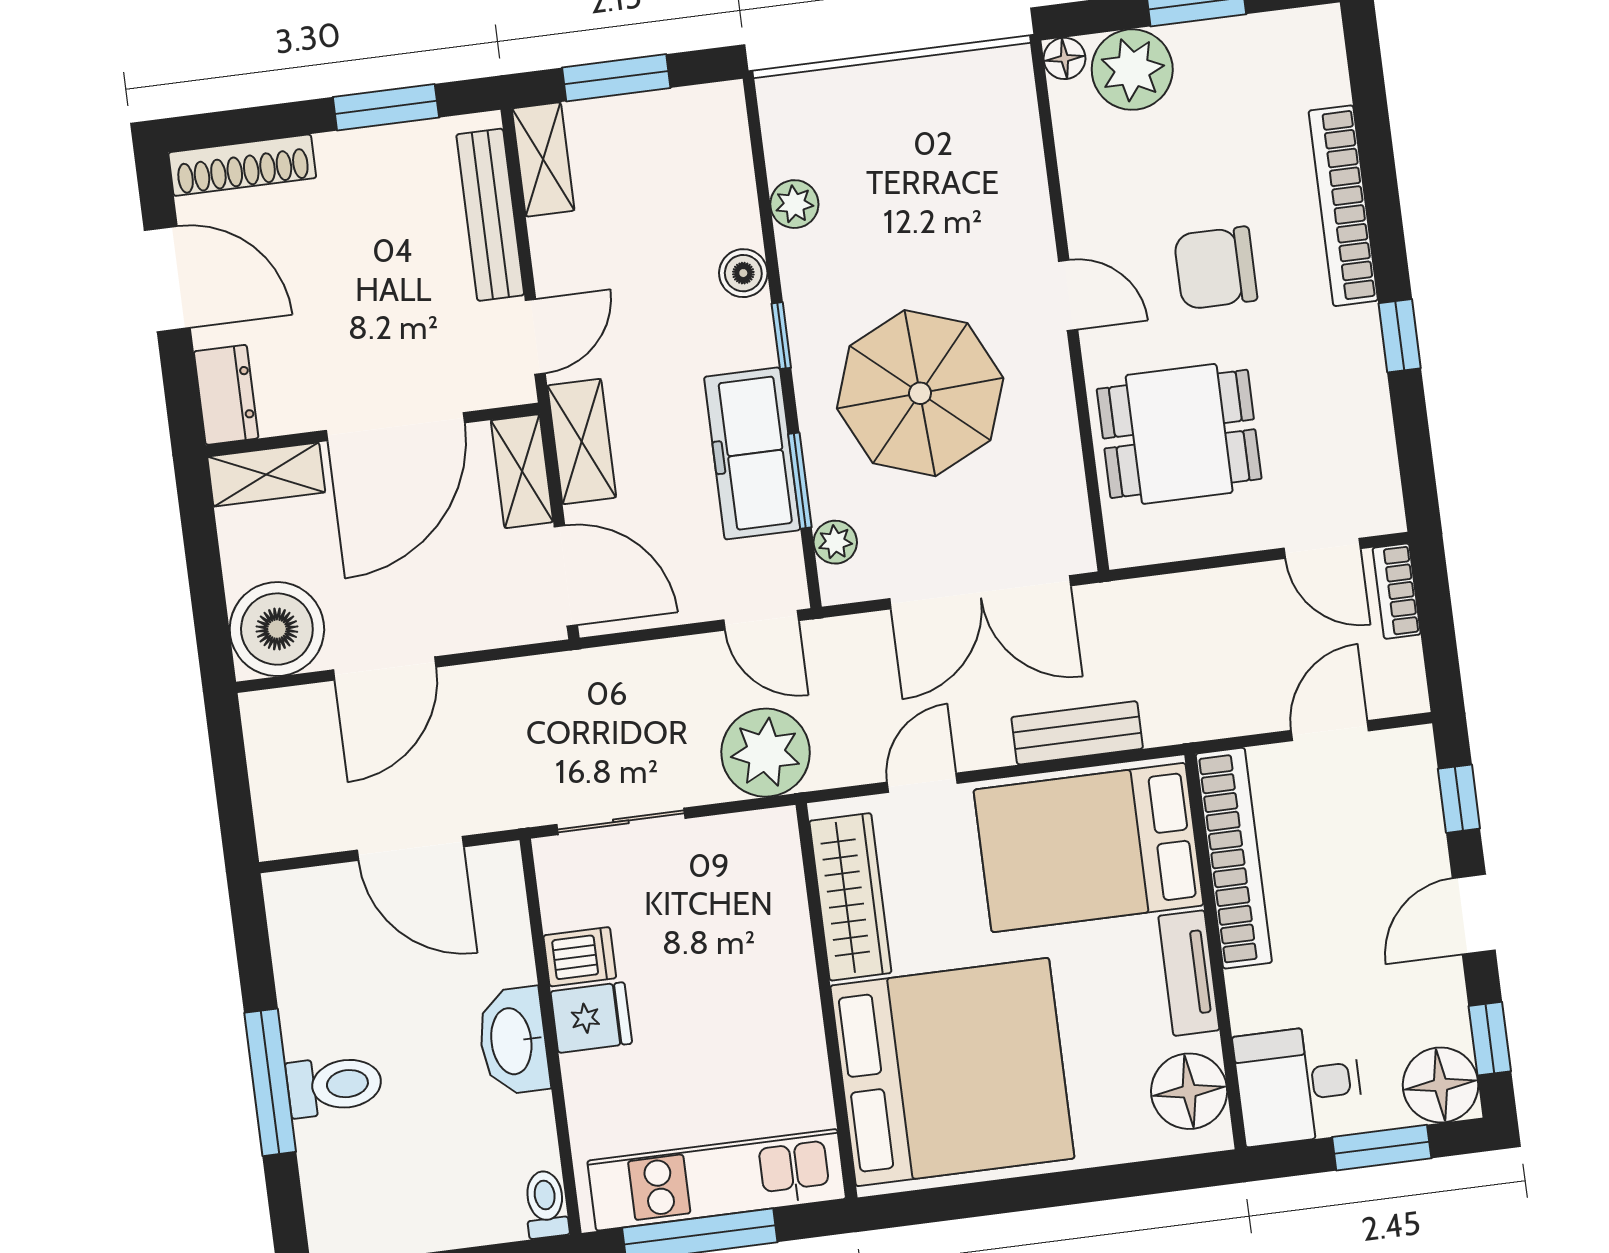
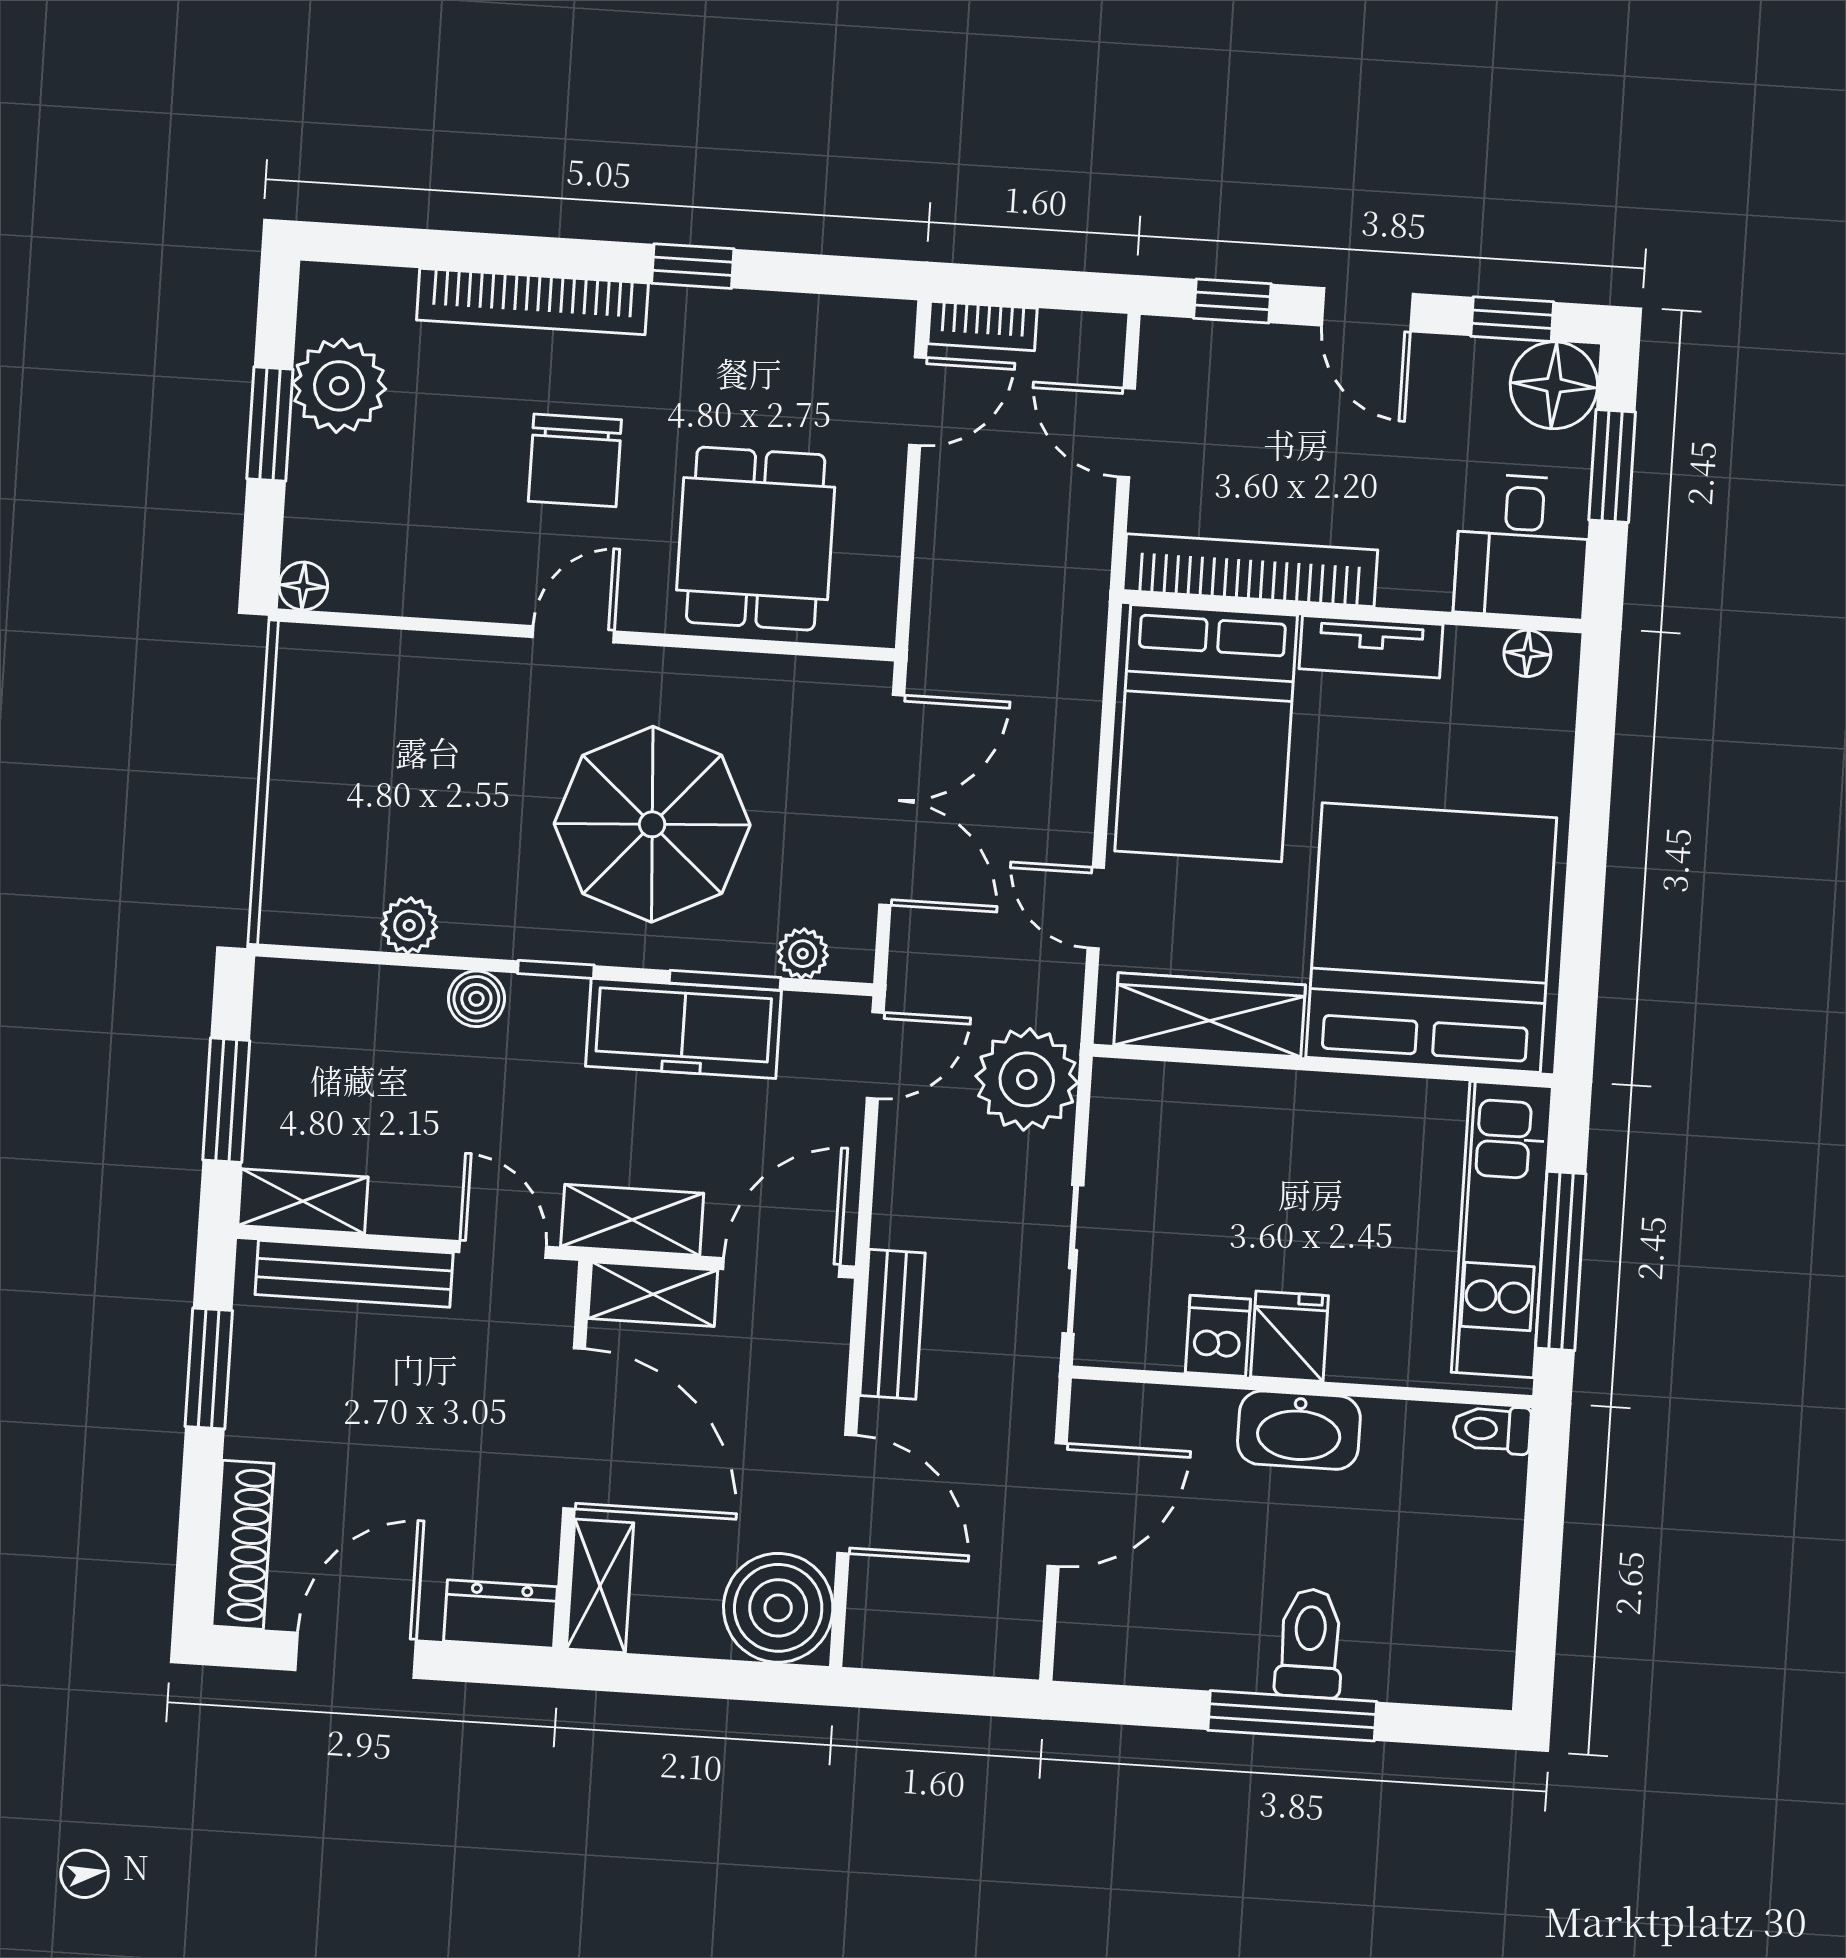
plant: (1132, 70) -> (339, 386), moved
bench: (1077, 733) -> (892, 1324), moved
floor lamp: (1189, 1091) -> (1527, 653), width x0.53, depth x0.53

